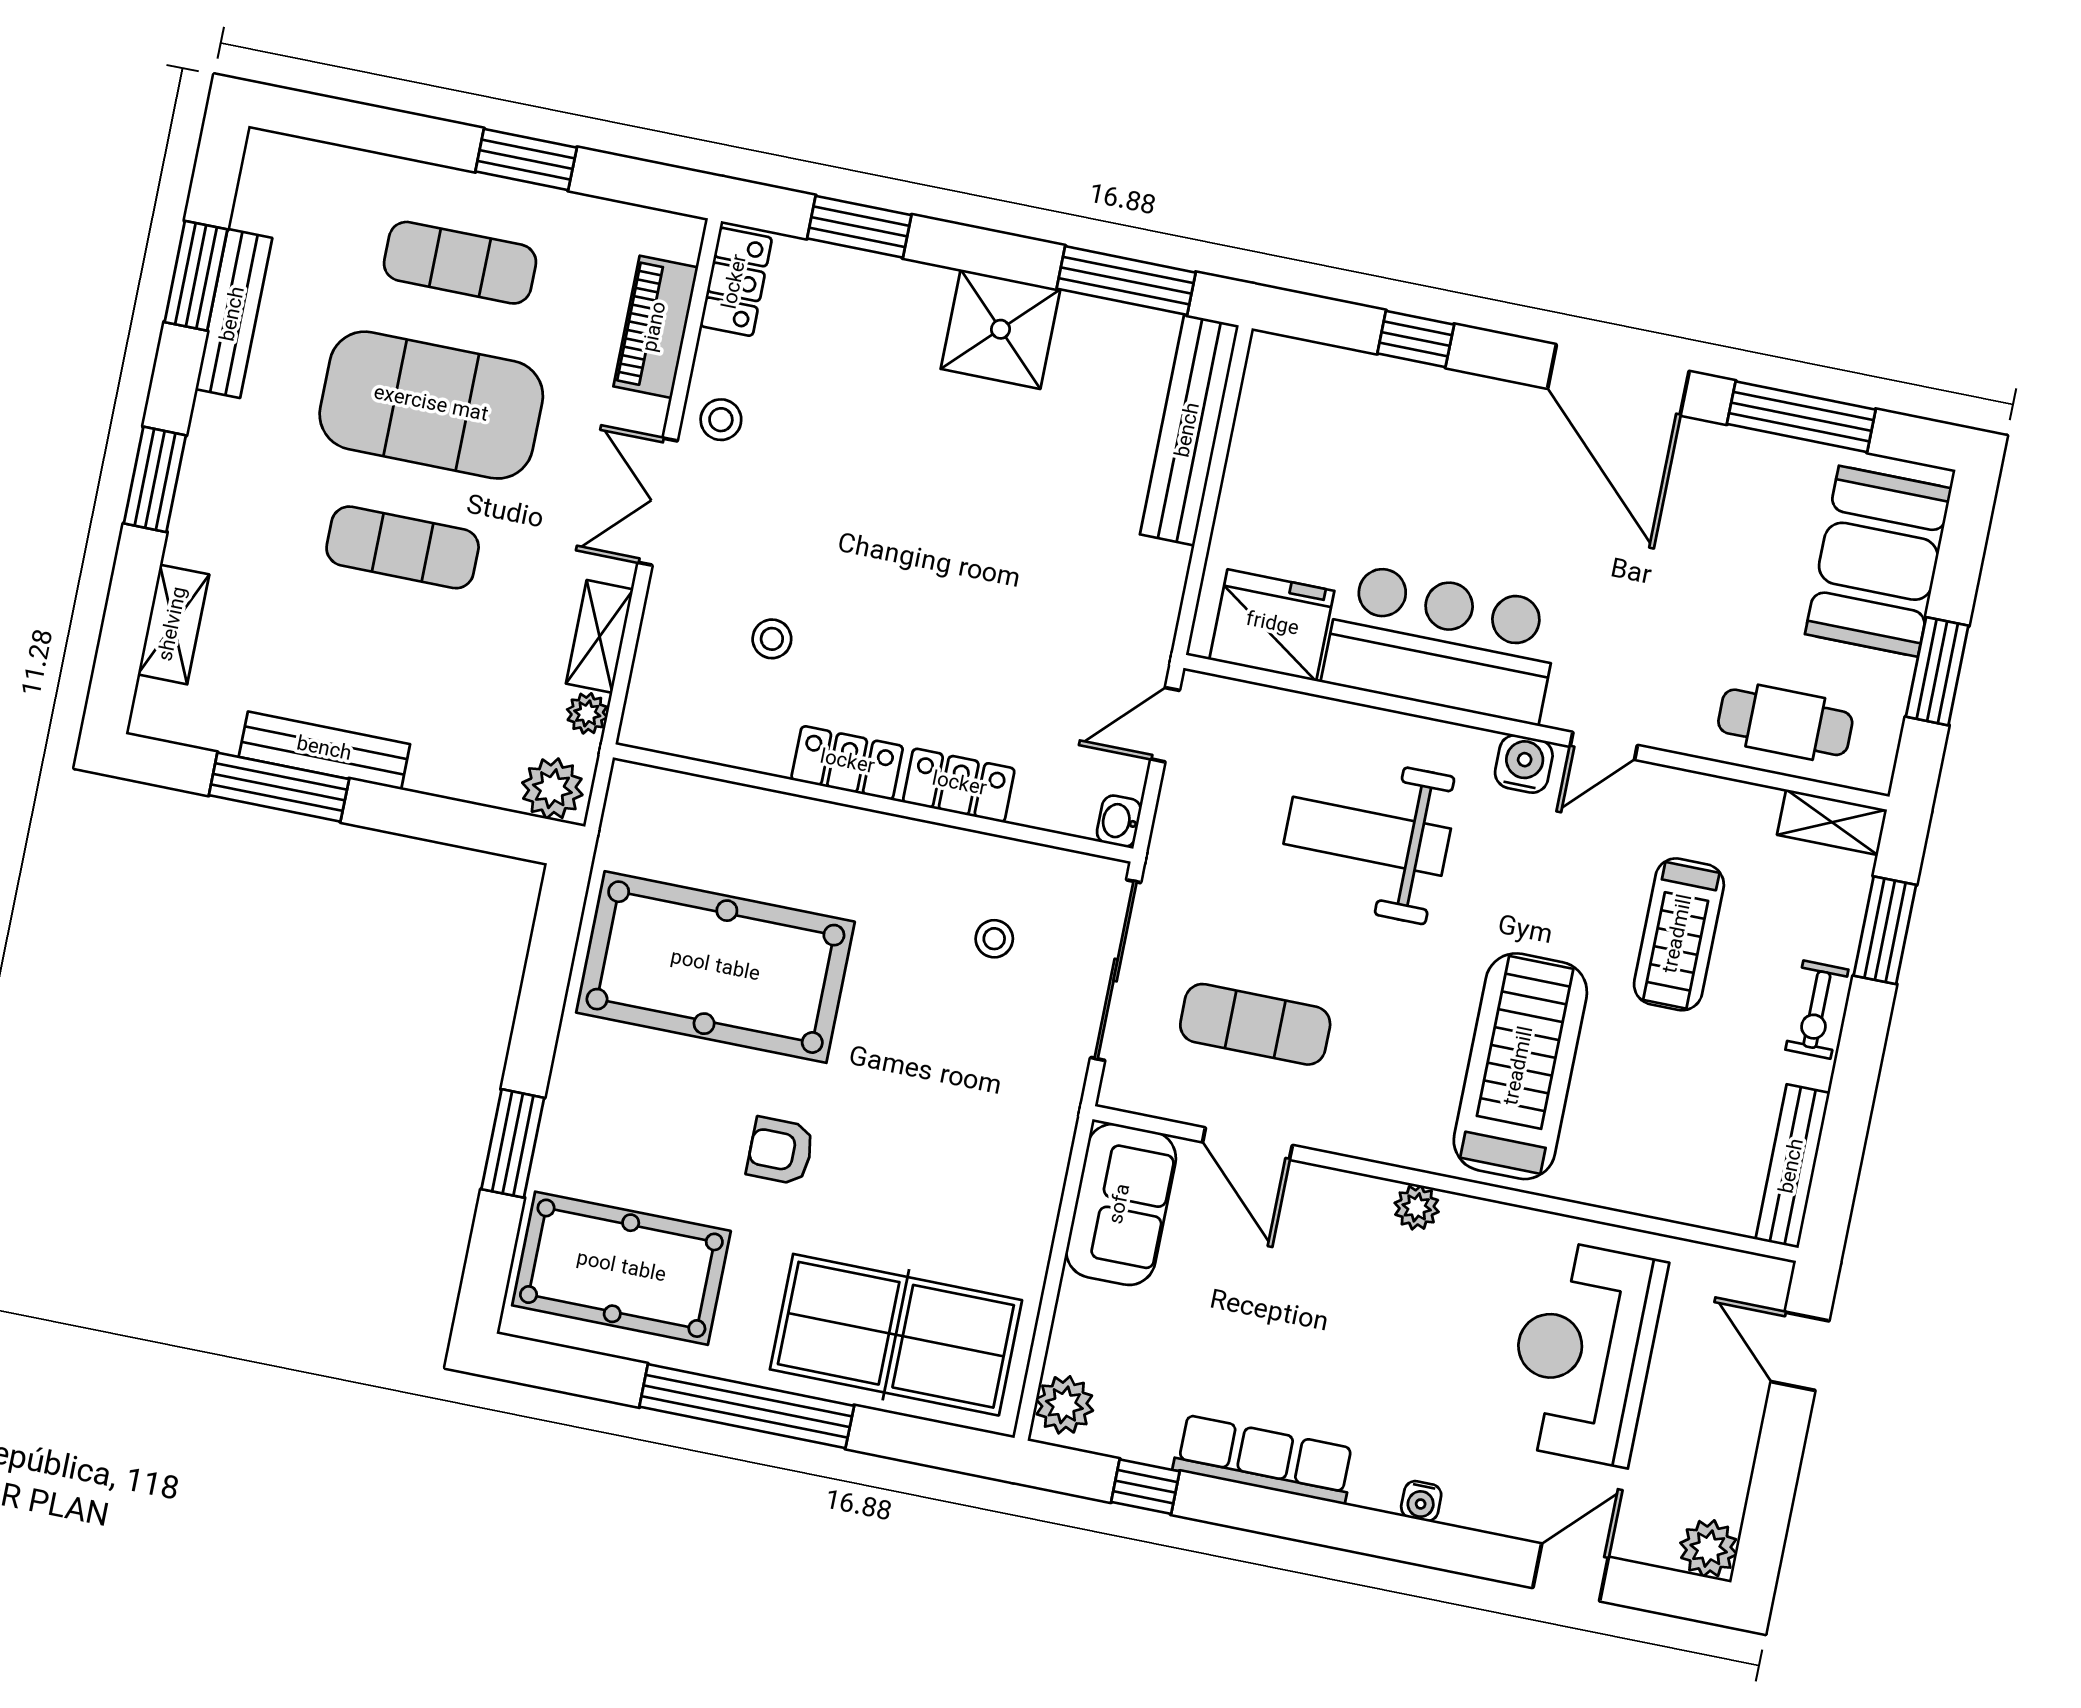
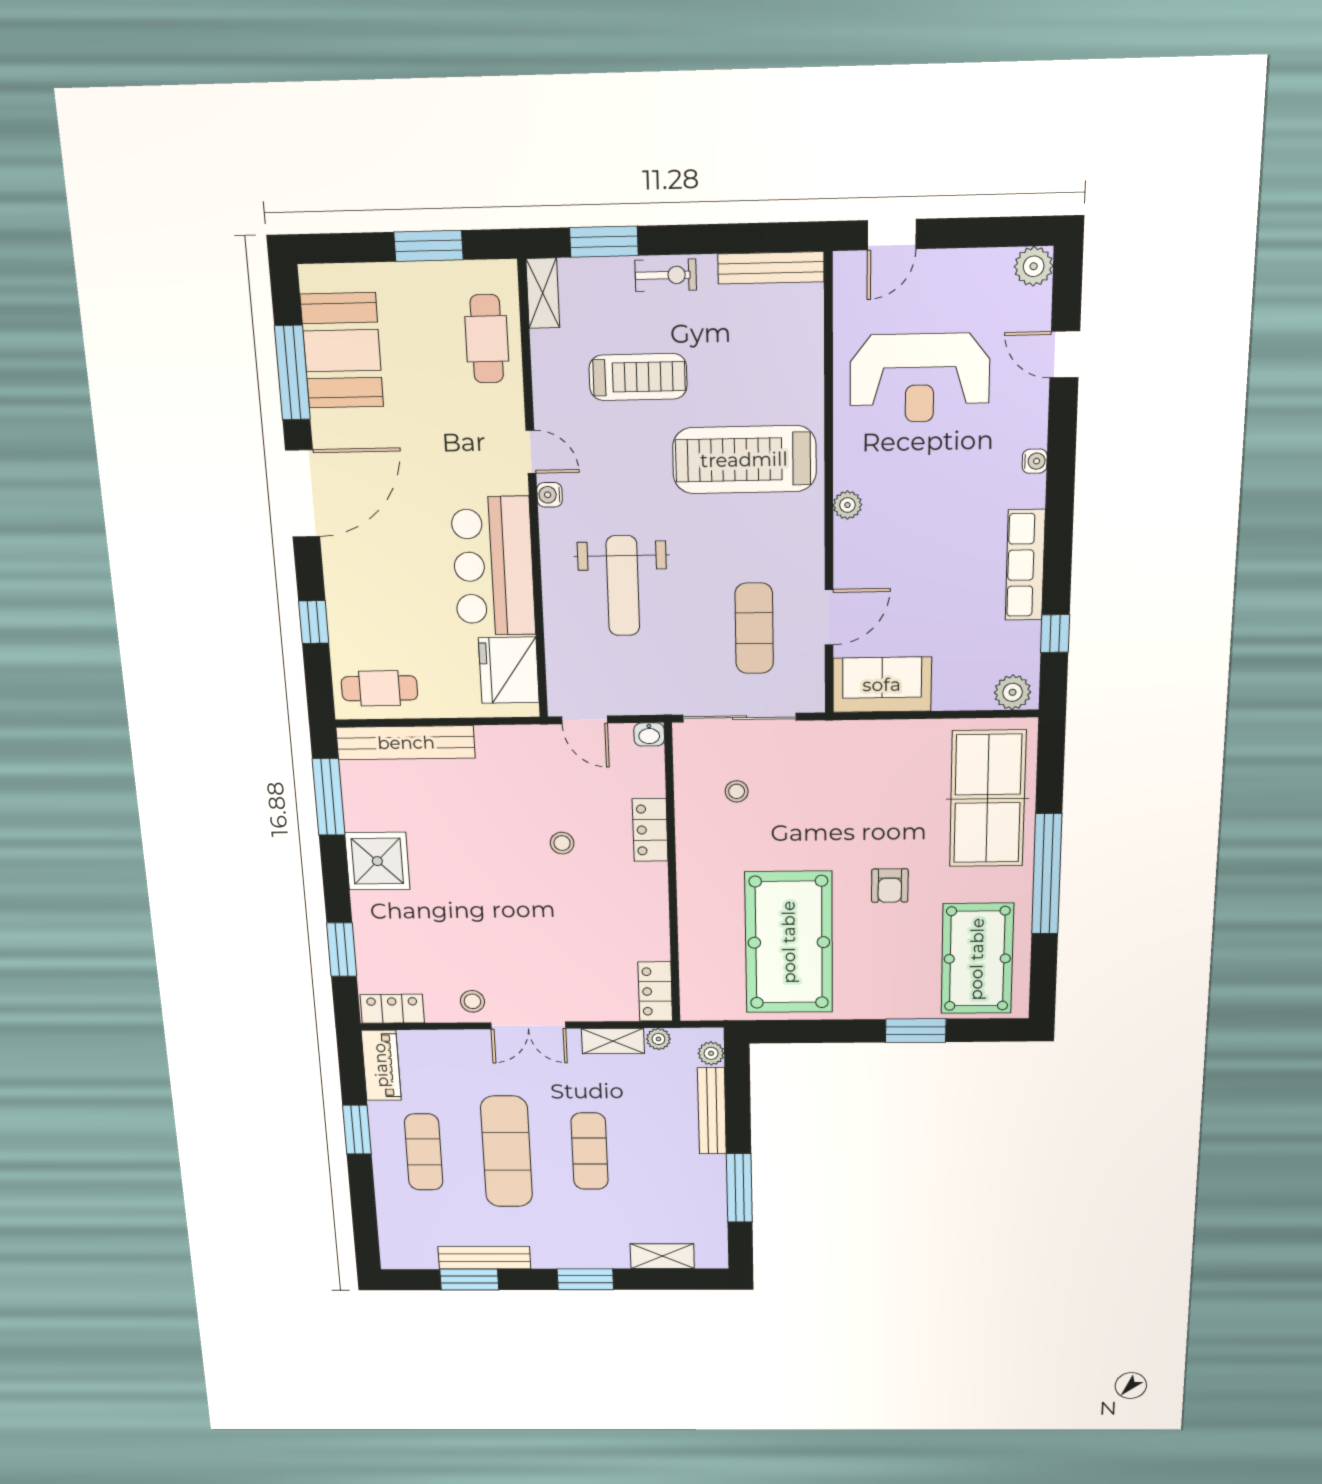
piano: (656, 327) -> (381, 1065), moved, turned -90
exercise mat: (431, 405) -> (506, 1152), width x0.68
cafe table: (1287, 413) -> (379, 688), added
booth: (1878, 561) -> (342, 351), moved, turned 90
stool: (772, 639) -> (562, 843), moved
bench: (324, 750) -> (712, 1111), moved
locker: (847, 763) -> (655, 991), moved
water cooler: (1524, 764) -> (550, 495), width x0.72, depth x0.72
plant: (552, 789) -> (711, 1053), width x0.73, depth x0.73

